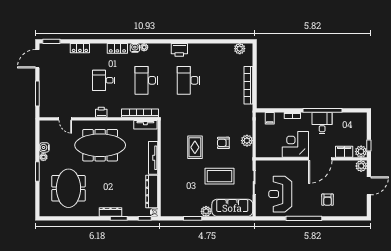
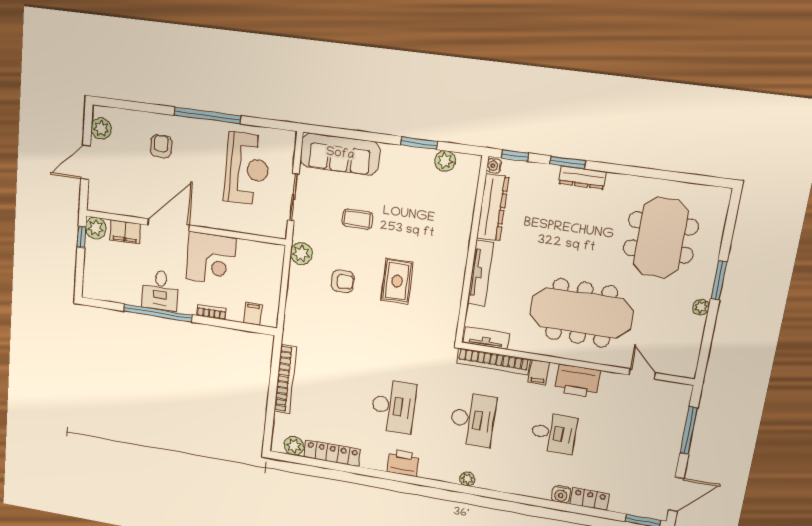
locker: (117, 48) -> (332, 453), moved, width x1.53
water cooler: (135, 48) -> (561, 494), moved
filing cabinet: (116, 111) -> (539, 372), added
printer: (101, 112) -> (577, 381), width x1.87, depth x1.48
plant: (247, 141) -> (301, 254), moved
water cooler: (44, 147) -> (695, 326), removed
plant: (361, 166) -> (101, 129), moved
coffee table: (219, 176) -> (357, 219), width x0.54, depth x0.58
plant: (206, 211) -> (445, 161), moved

